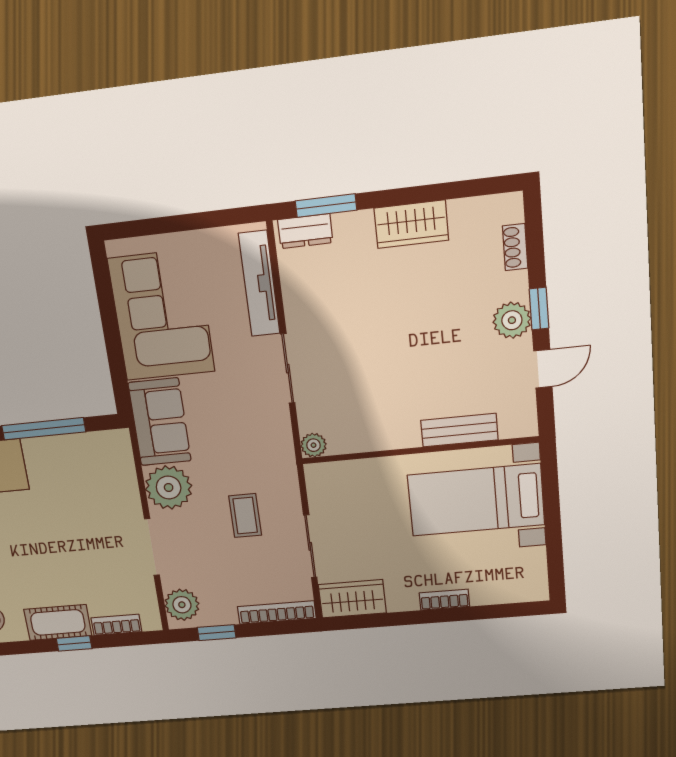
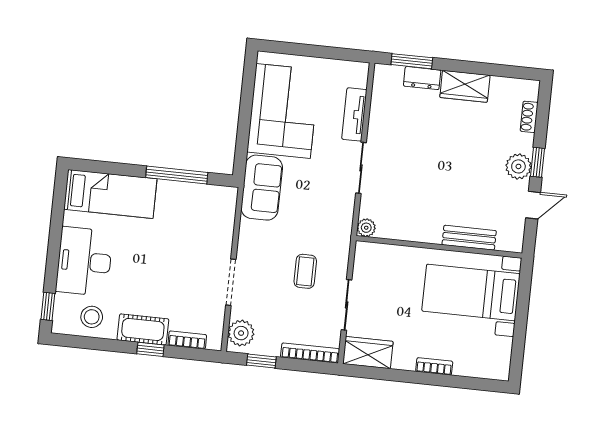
dresser: (305, 231) -> (422, 78), moved
tv unit: (259, 284) -> (354, 114), width x0.71
plant: (169, 487) -> (255, 238), removed

